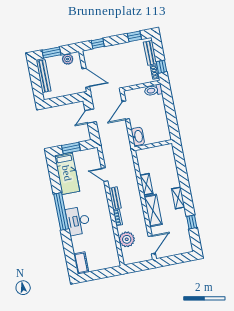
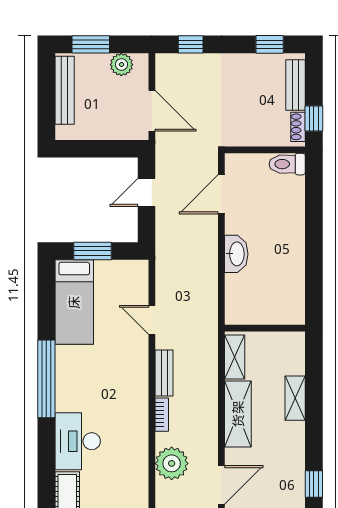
wall: (153, 145) -> (265, 328), moved
desk: (78, 221) -> (78, 441), moved
window: (192, 222) -> (314, 484), moved

